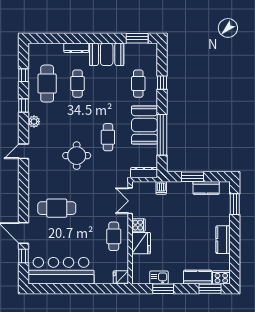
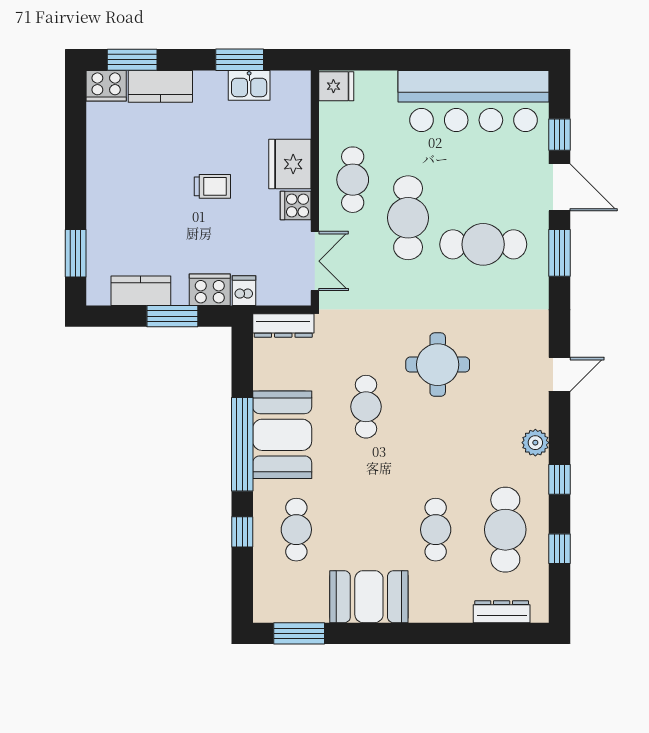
dresser: (76, 48) -> (502, 612), moved
window: (162, 135) -> (242, 444), moved
cooker: (176, 188) -> (210, 290), added
window: (23, 204) -> (559, 253), added
cafe table: (90, 220) -> (408, 218), added
trolley: (175, 233) -> (212, 186), added
kitchen counter: (223, 240) -> (102, 172), removed

